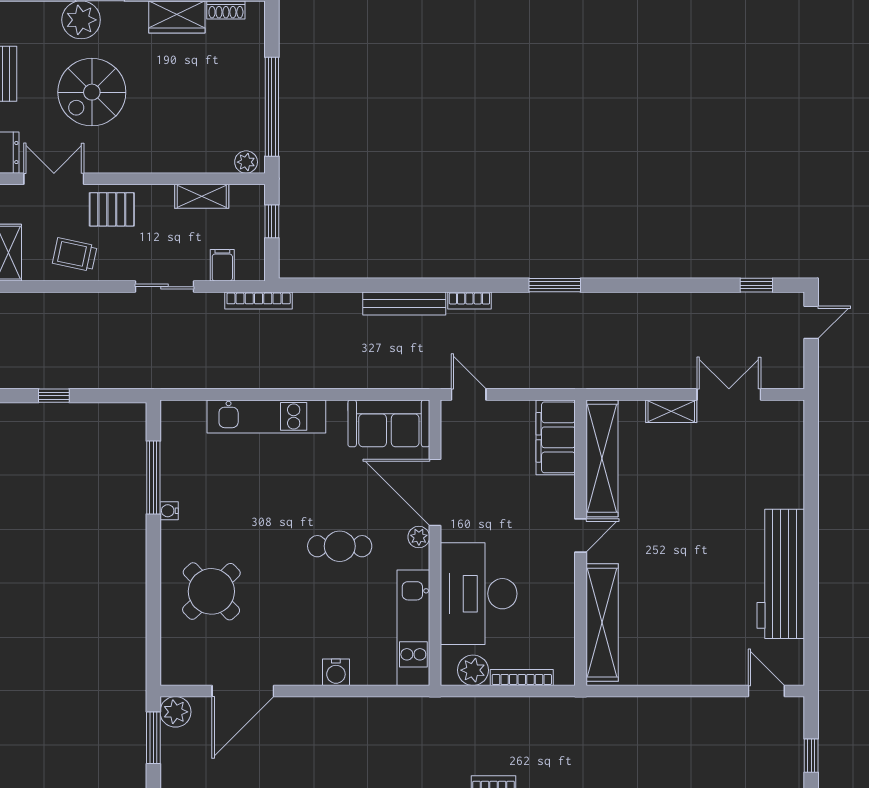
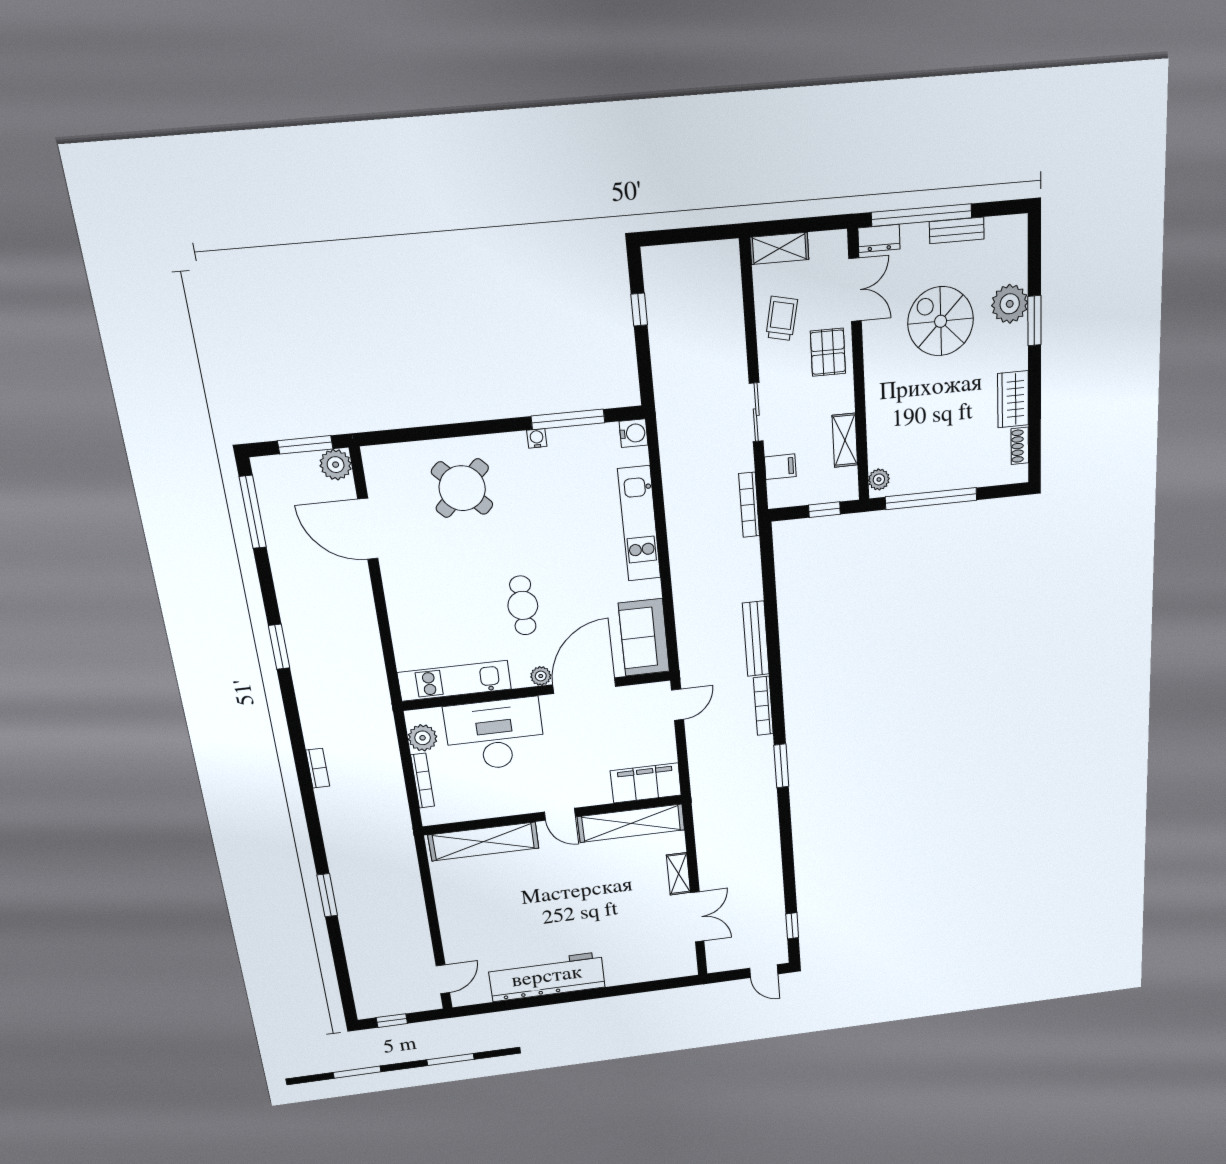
bookcase: (469, 301) -> (763, 706), width x1.56
water cooler: (336, 672) -> (634, 433), moved, turned 180

